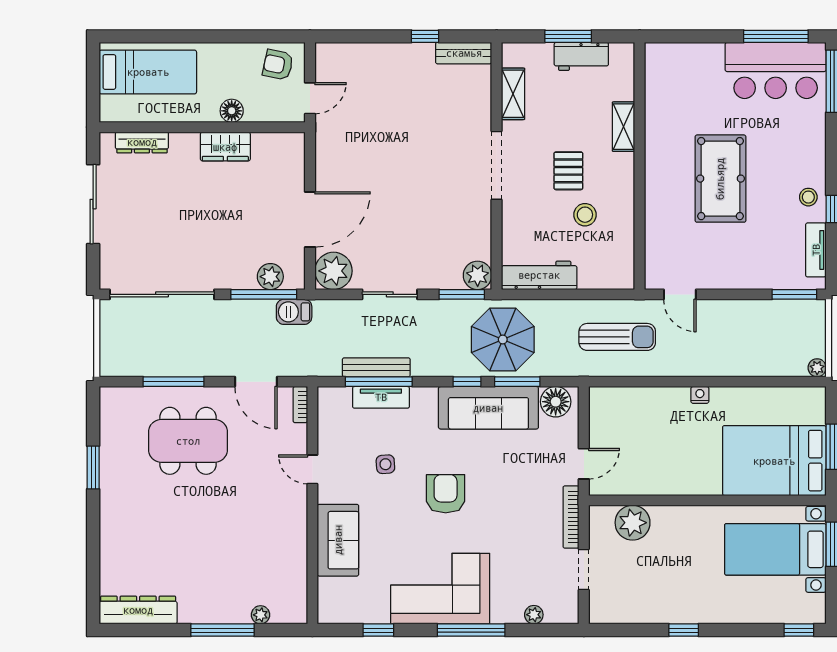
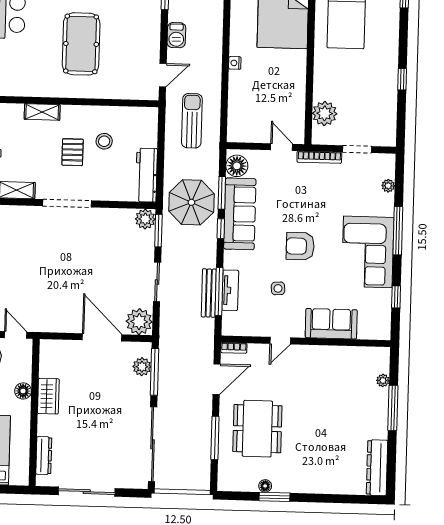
pallet: (568, 171) -> (73, 152), turned 90
pool table: (720, 179) -> (81, 44), turned 90
barbecue: (294, 312) -> (176, 35), moved
floor lamp: (108, 454) -> (265, 486), added

